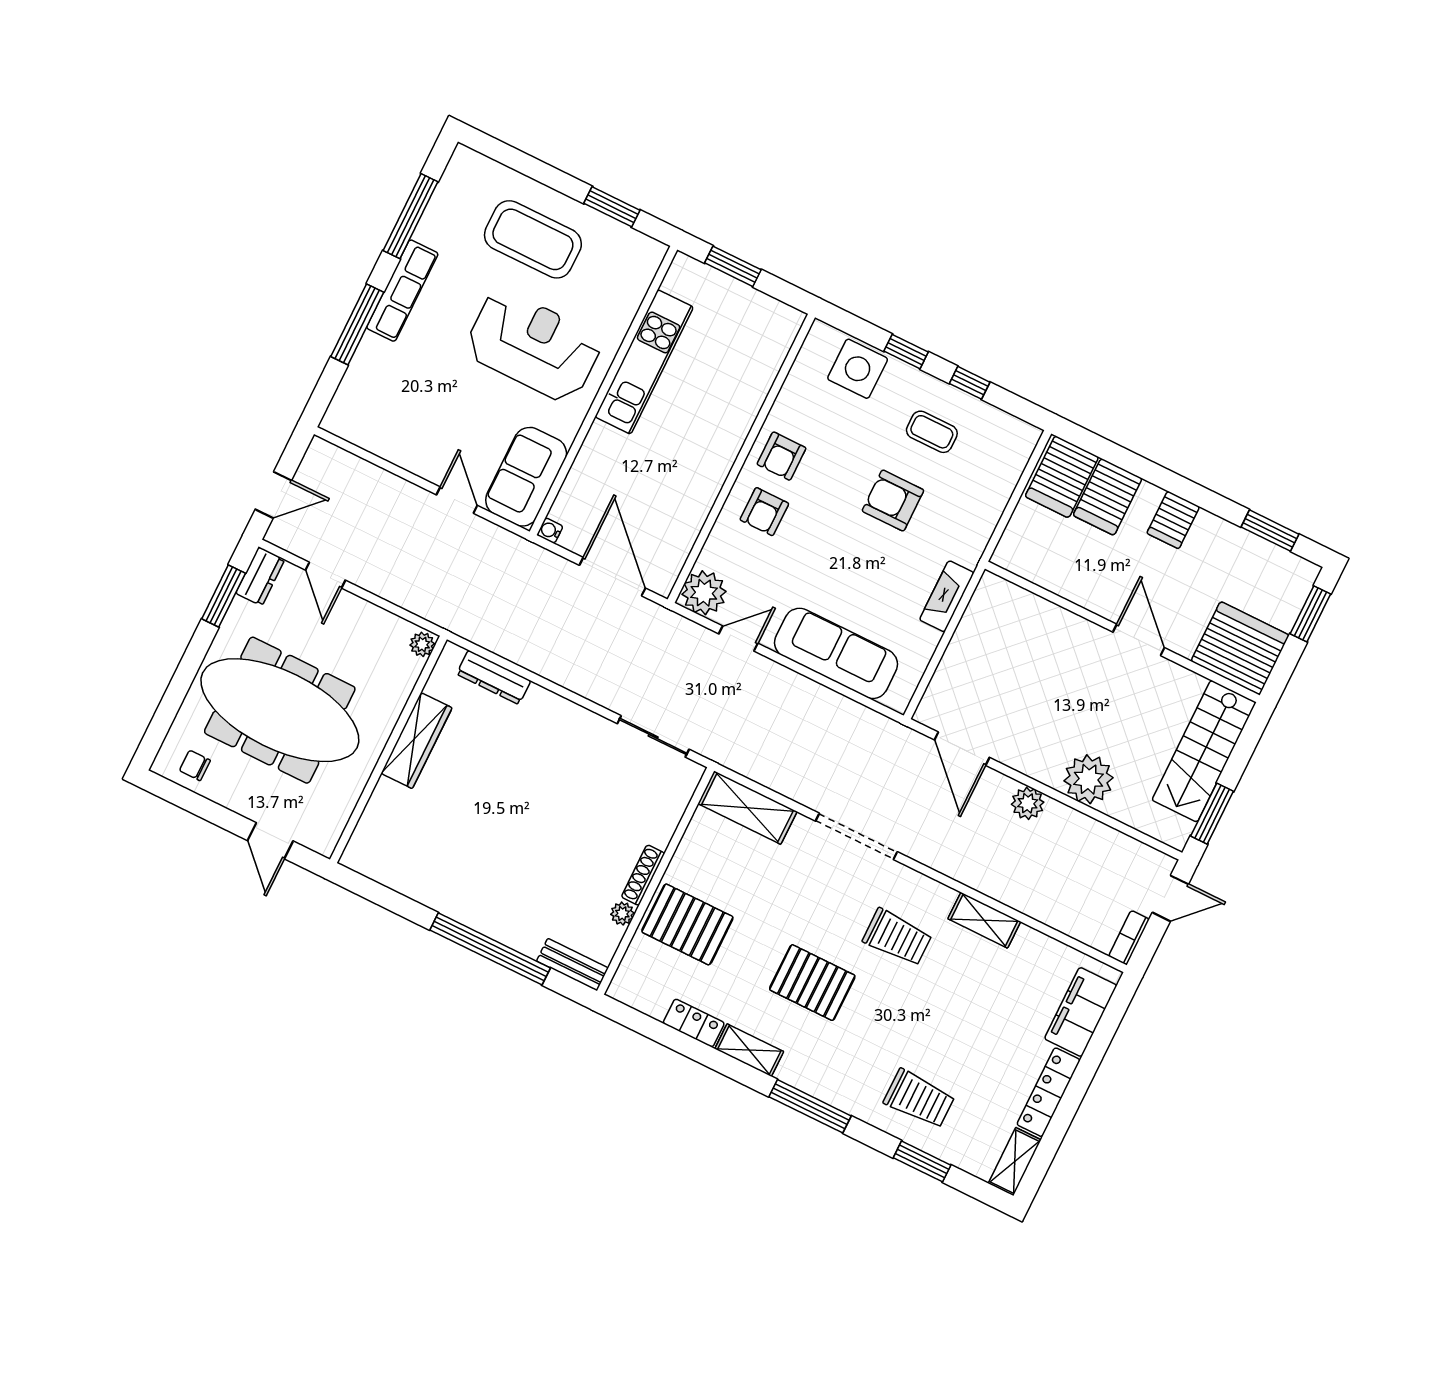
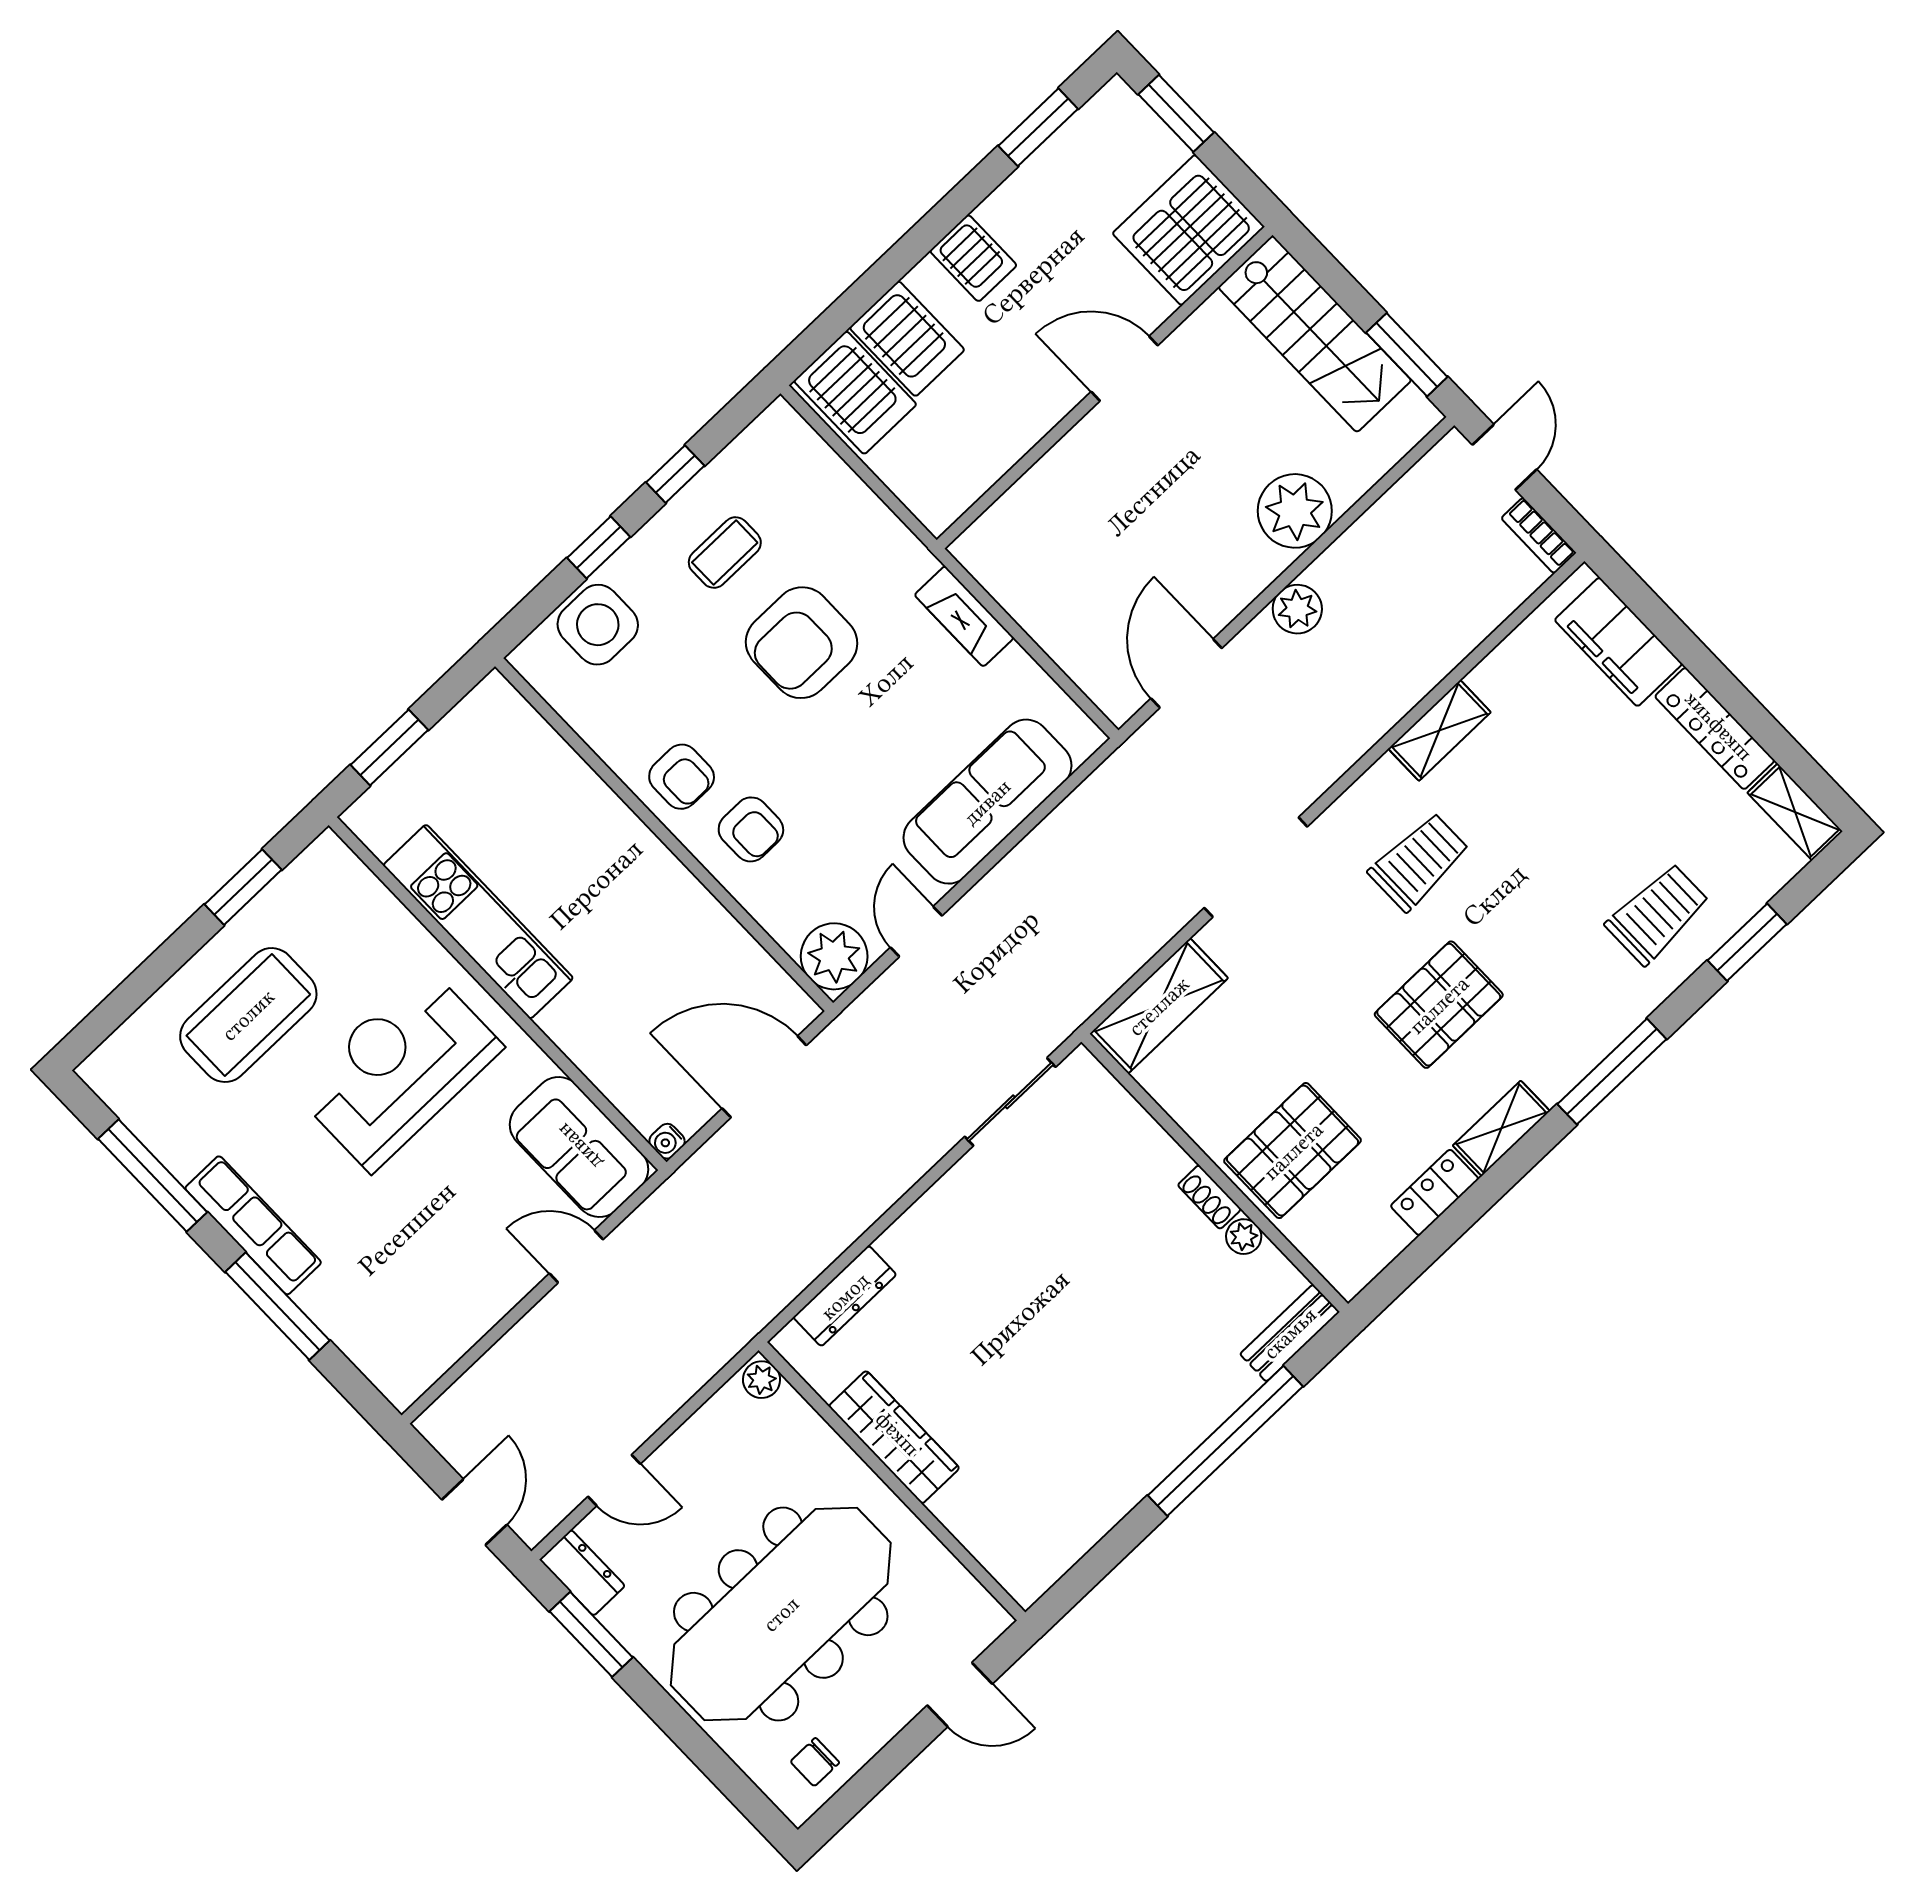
armchair: (893, 501) -> (802, 643), width x1.36, depth x1.36
door: (962, 749) -> (1186, 673), swing flipped
shoe rack: (643, 875) -> (1209, 1197), width x0.70

